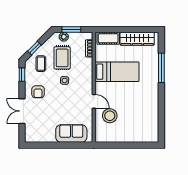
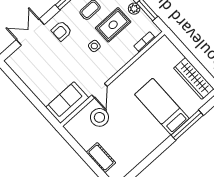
cot: (108, 38) -> (101, 158), moved
bed: (117, 72) -> (162, 107), moved, turned 180
sofa: (71, 133) -> (67, 103), moved, turned -90

